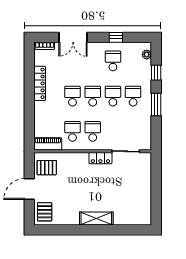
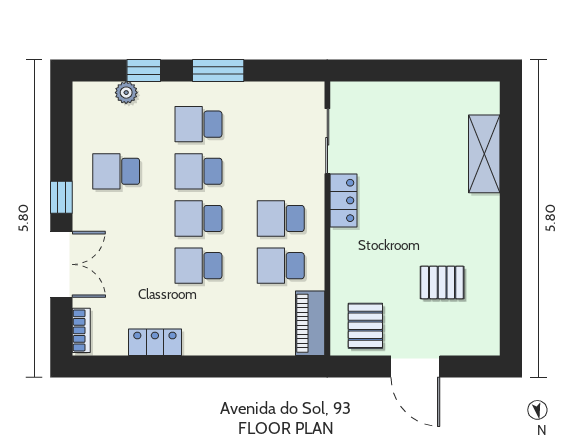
window: (116, 37) -> (61, 197), moved
plant: (147, 55) -> (126, 93), moved
locker: (40, 83) -> (155, 342), width x0.66
pallet: (45, 212) -> (442, 282), moved
shelving: (96, 219) -> (484, 154), moved

